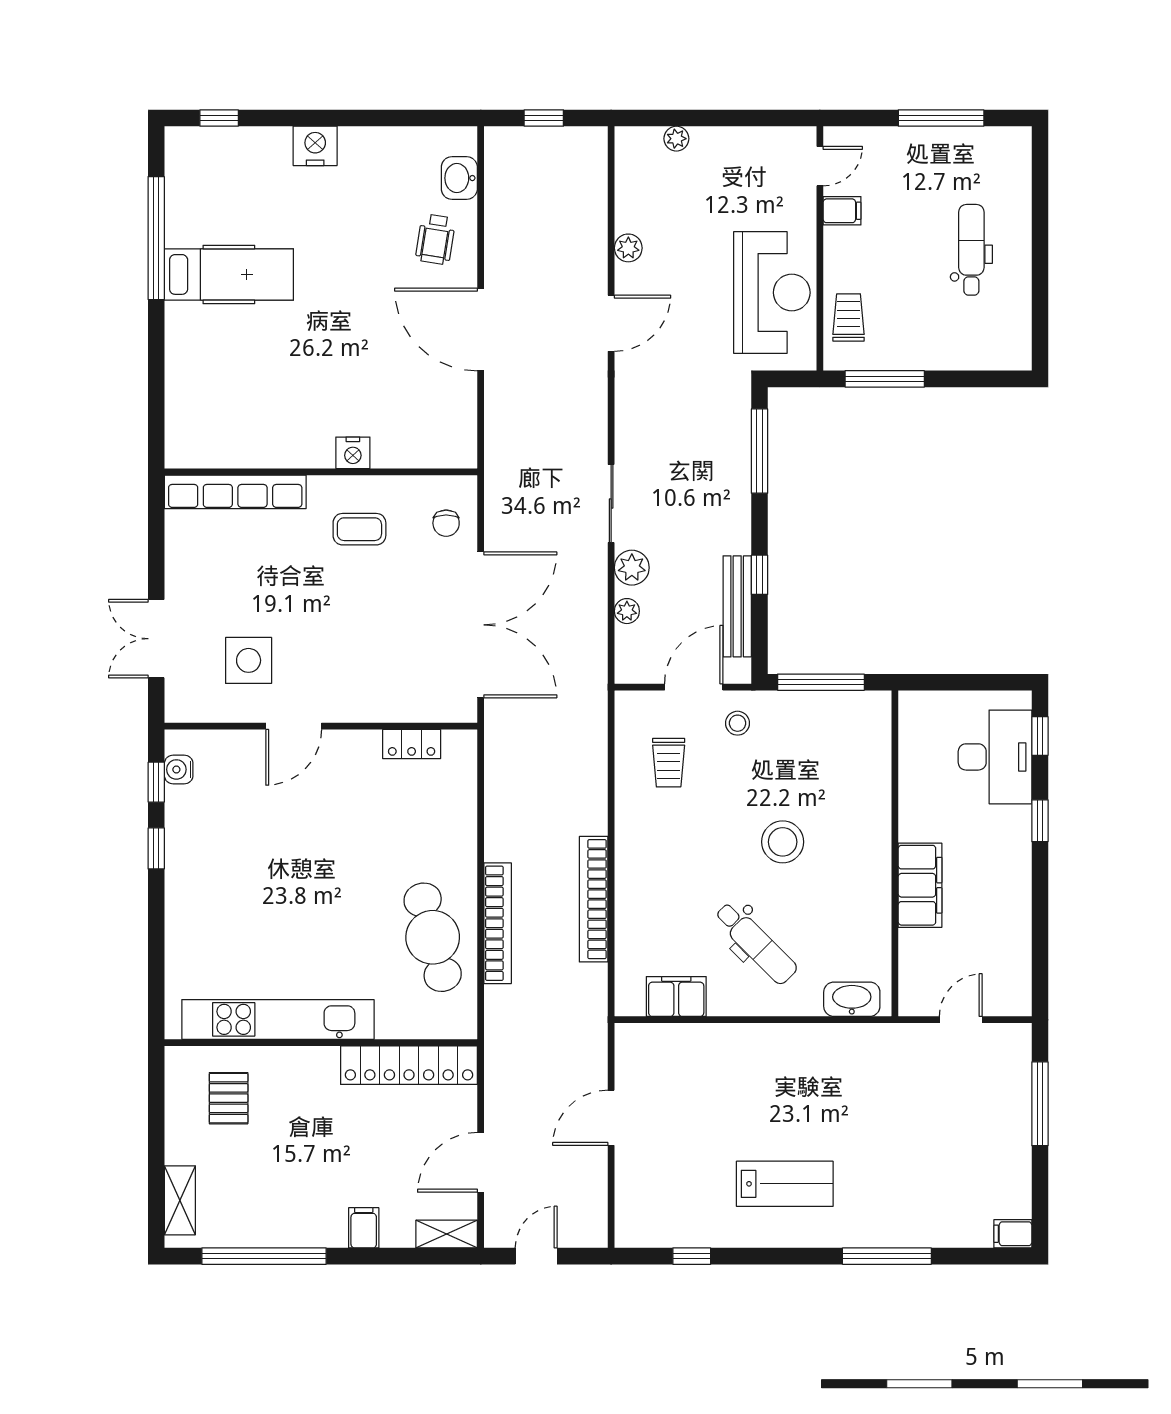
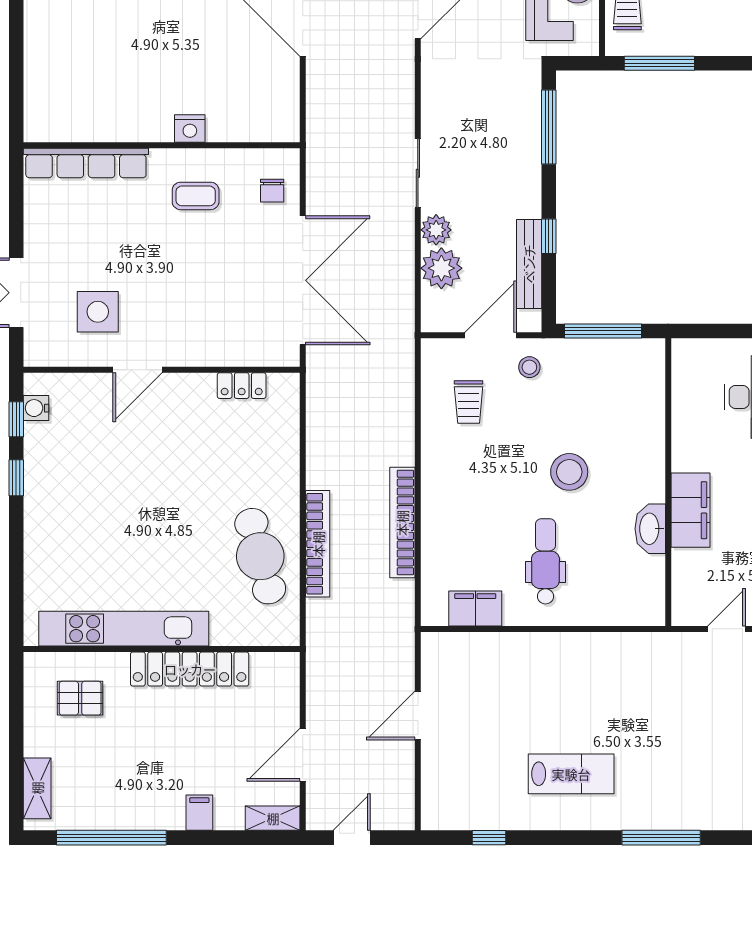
plant: (627, 611) -> (441, 268), width x1.88, depth x1.88
dental chair: (756, 943) -> (545, 561), turned -135
washbasin: (852, 999) -> (650, 529), moved, turned -90
locker: (409, 1065) -> (190, 669), moved
pallet: (229, 1098) -> (80, 698), turned 90

